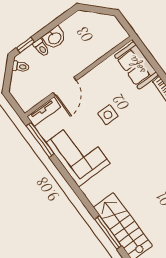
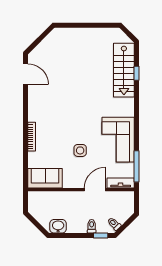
washbasin: (54, 38) -> (58, 226), moved
sofa: (136, 65) -> (45, 178), moved, turned -90
window: (108, 233) -> (136, 73), width x0.46

